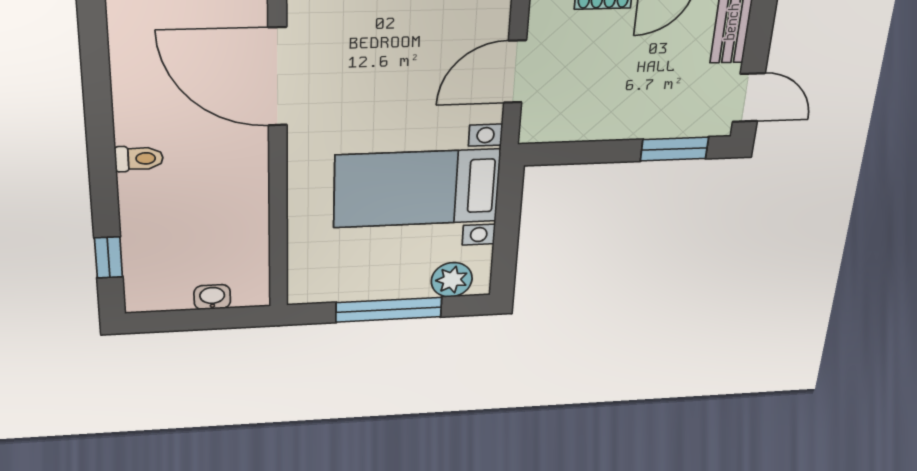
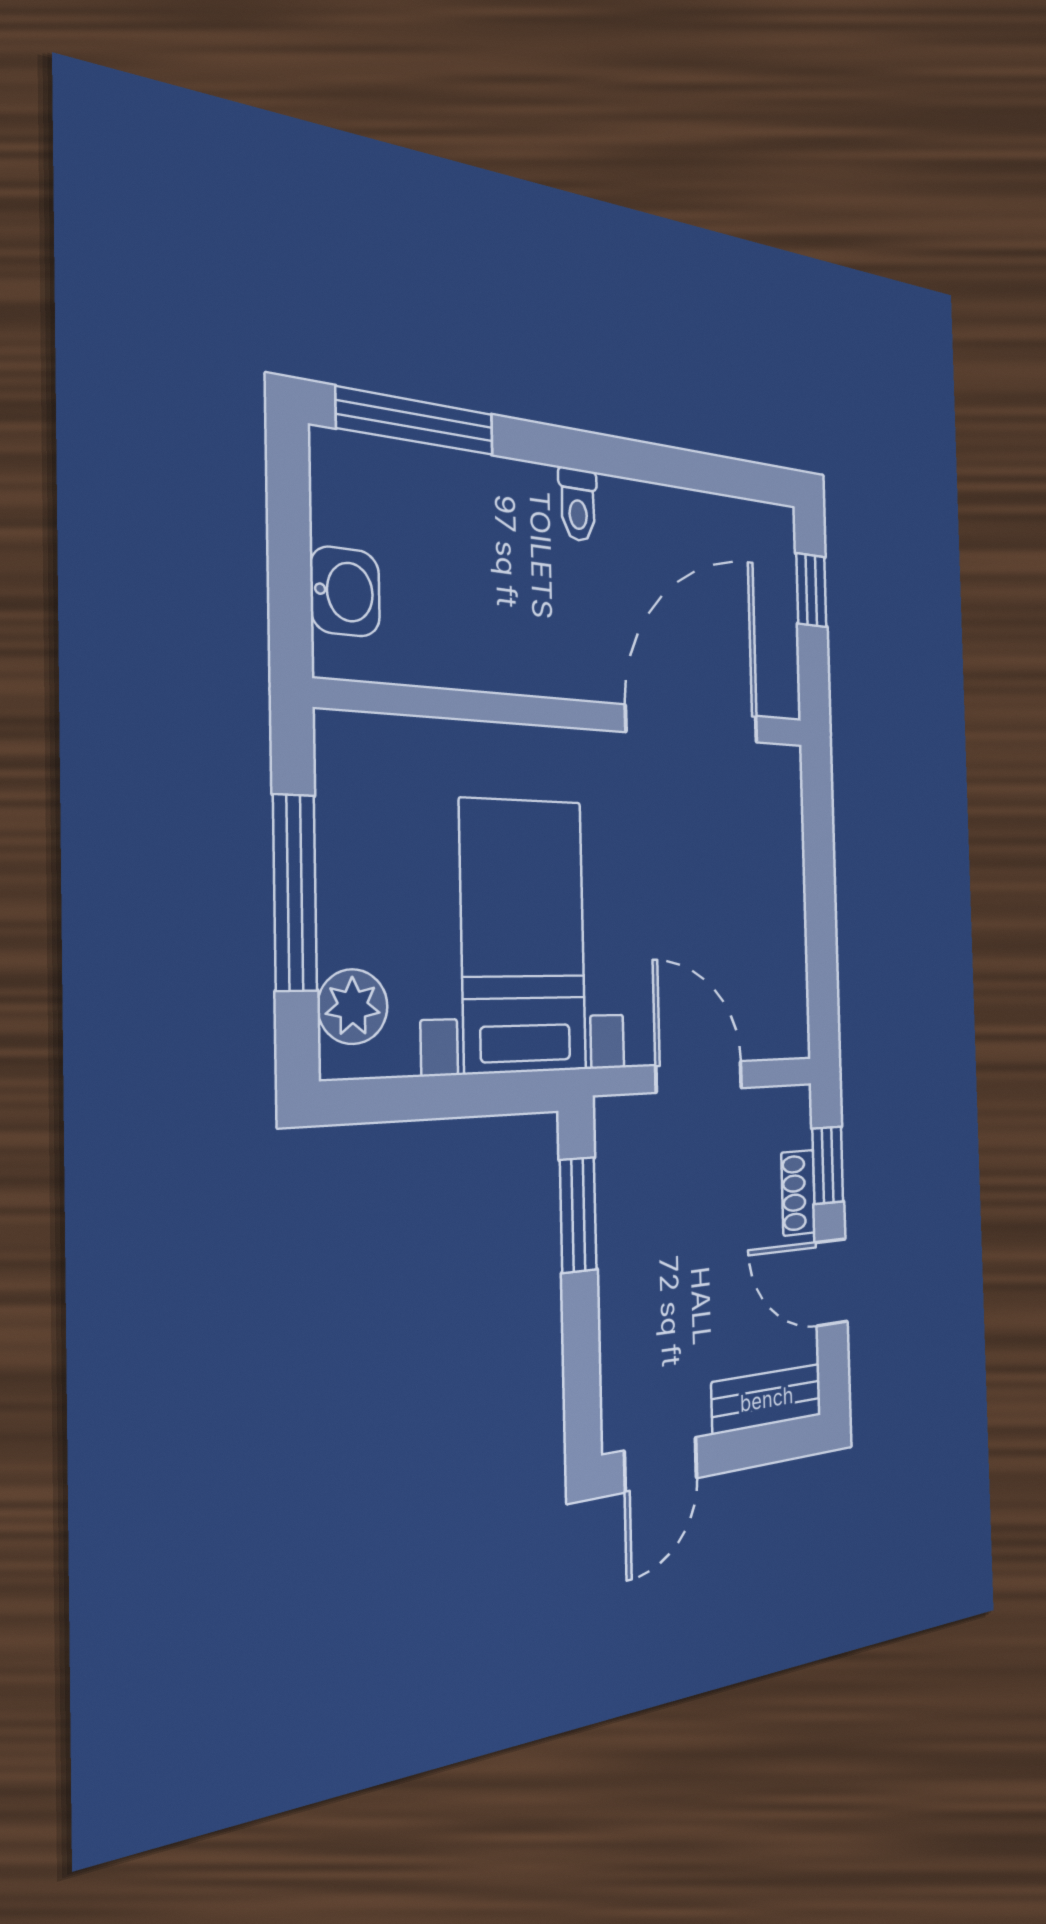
window: (674, 149) -> (578, 1215), moved
window: (108, 257) -> (416, 421), width x2.17
washbasin: (212, 297) -> (345, 592), width x1.38, depth x1.45

